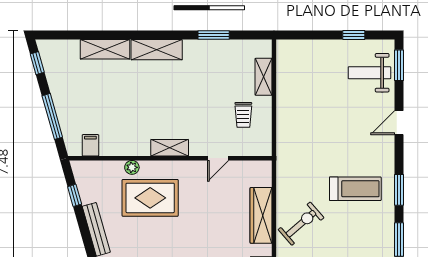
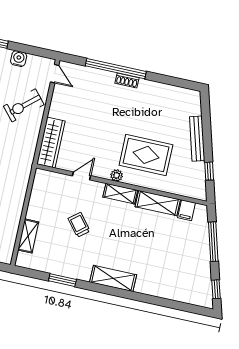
shelving: (105, 49) -> (158, 203), moved
trolley: (243, 115) -> (79, 225), moved, turned -39
plant: (132, 167) -> (117, 175), moved
wardrobe: (261, 215) -> (51, 142), moved

